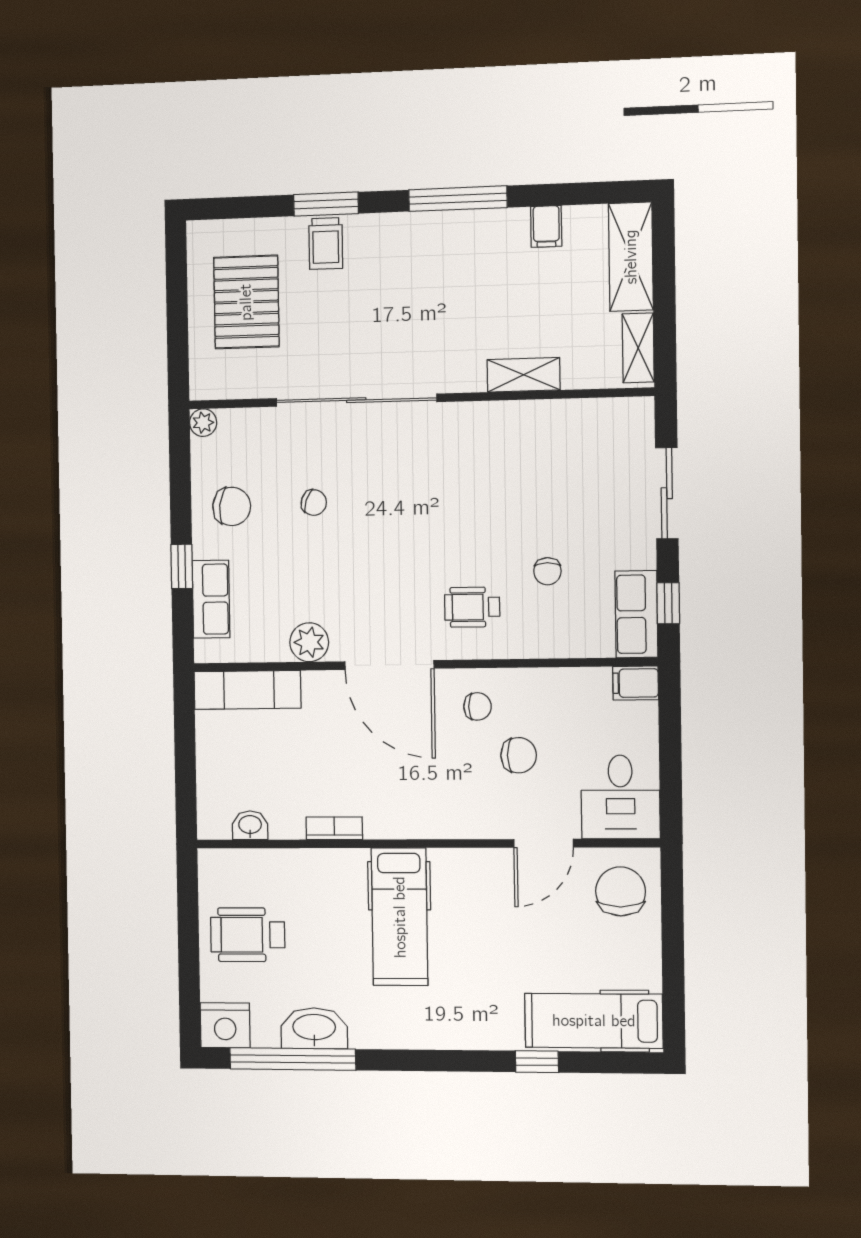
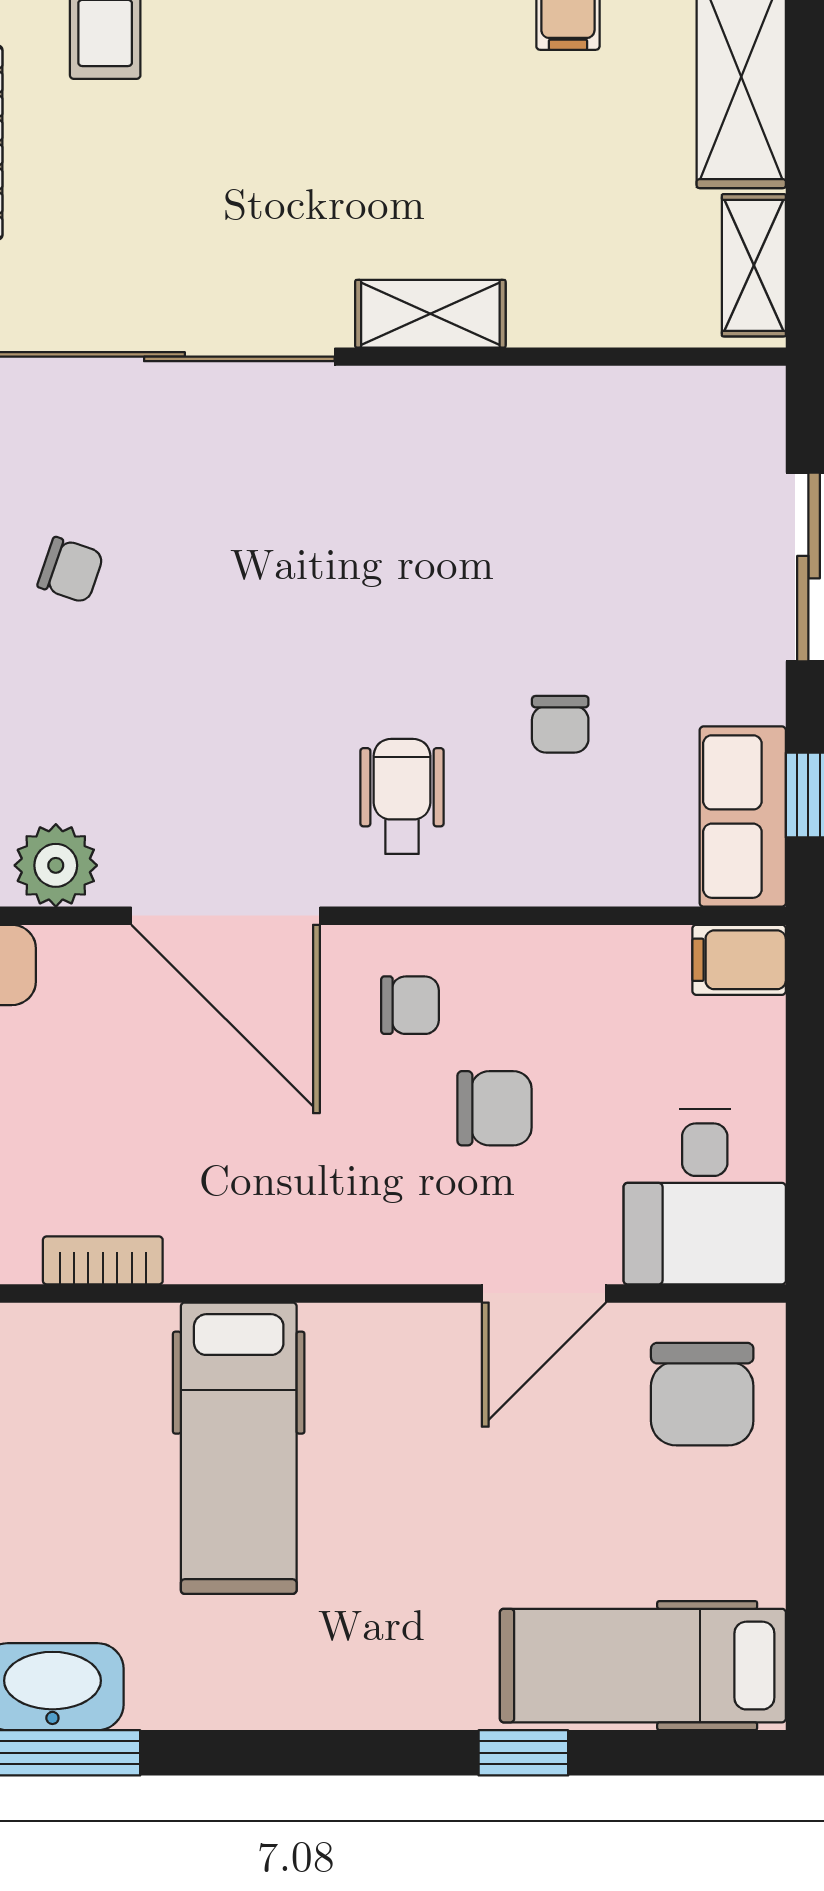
shelving: (524, 375) -> (430, 314), moved
wheelchair: (472, 607) -> (402, 796), turned 90
chair: (621, 891) -> (702, 1394), turned 180

